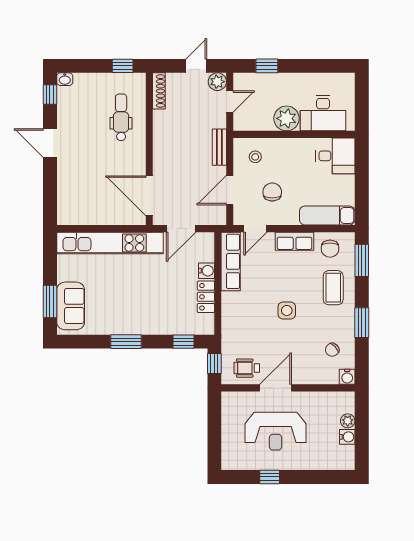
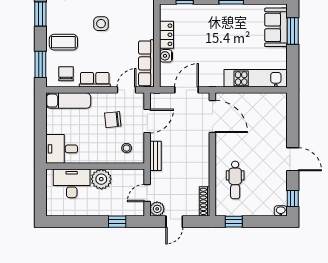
chair: (272, 192) -> (113, 120), turned 84
kitchen unit: (110, 243) -> (256, 78), width x0.73
coffee table: (333, 288) -> (63, 42), turned 90

